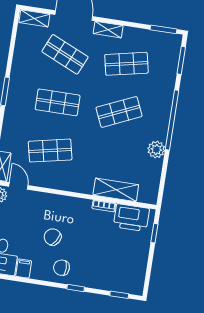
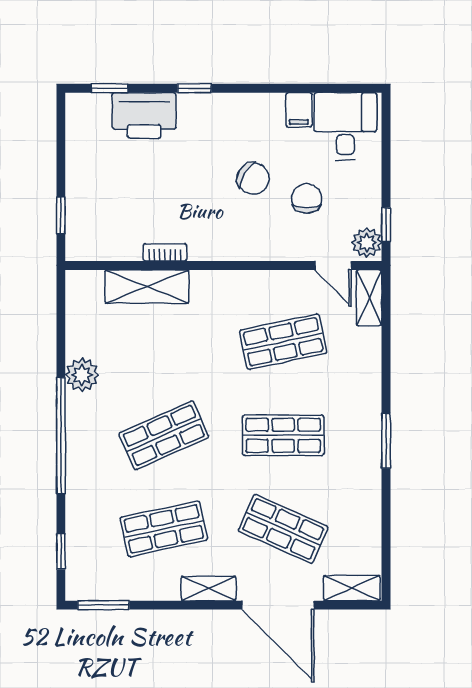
window: (181, 60) -> (61, 551), width x0.67
printer: (131, 218) -> (144, 115), moved, turned 180
chair: (61, 268) -> (307, 198), moved, turned -90

